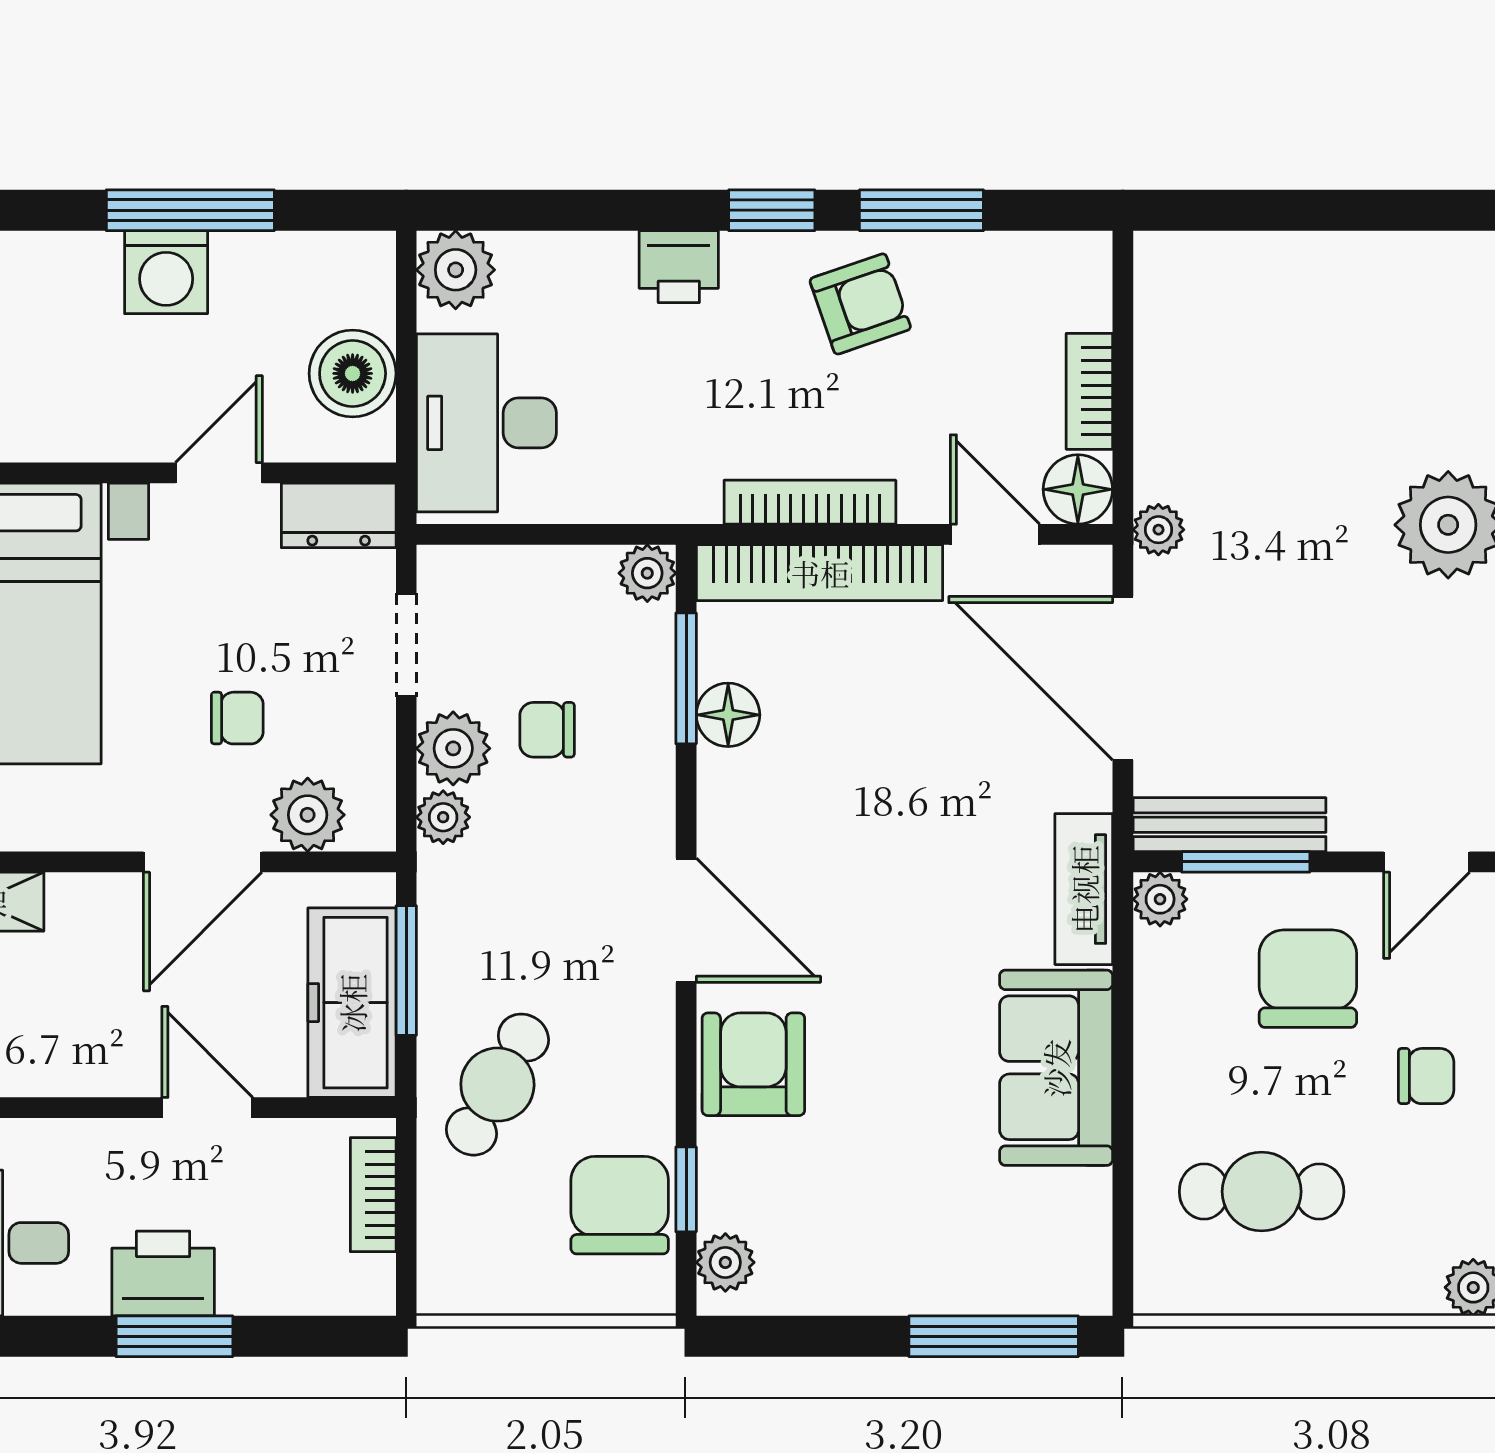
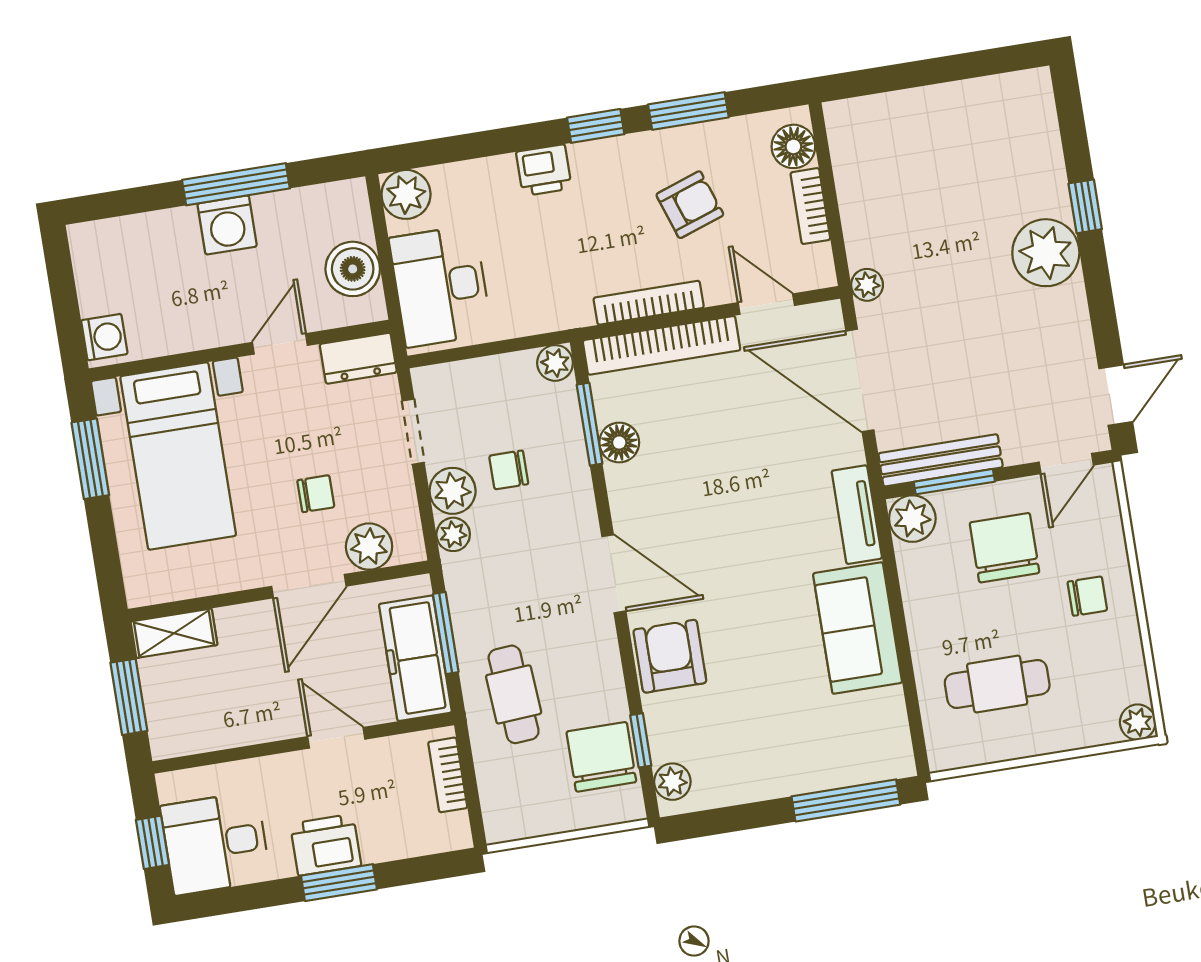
armchair: (860, 304) -> (690, 205), moved
floor lamp: (1078, 489) -> (793, 146), moved
plant: (1160, 899) -> (912, 519), width x1.38, depth x1.38
cafe table: (497, 1085) -> (514, 694), turned -33

